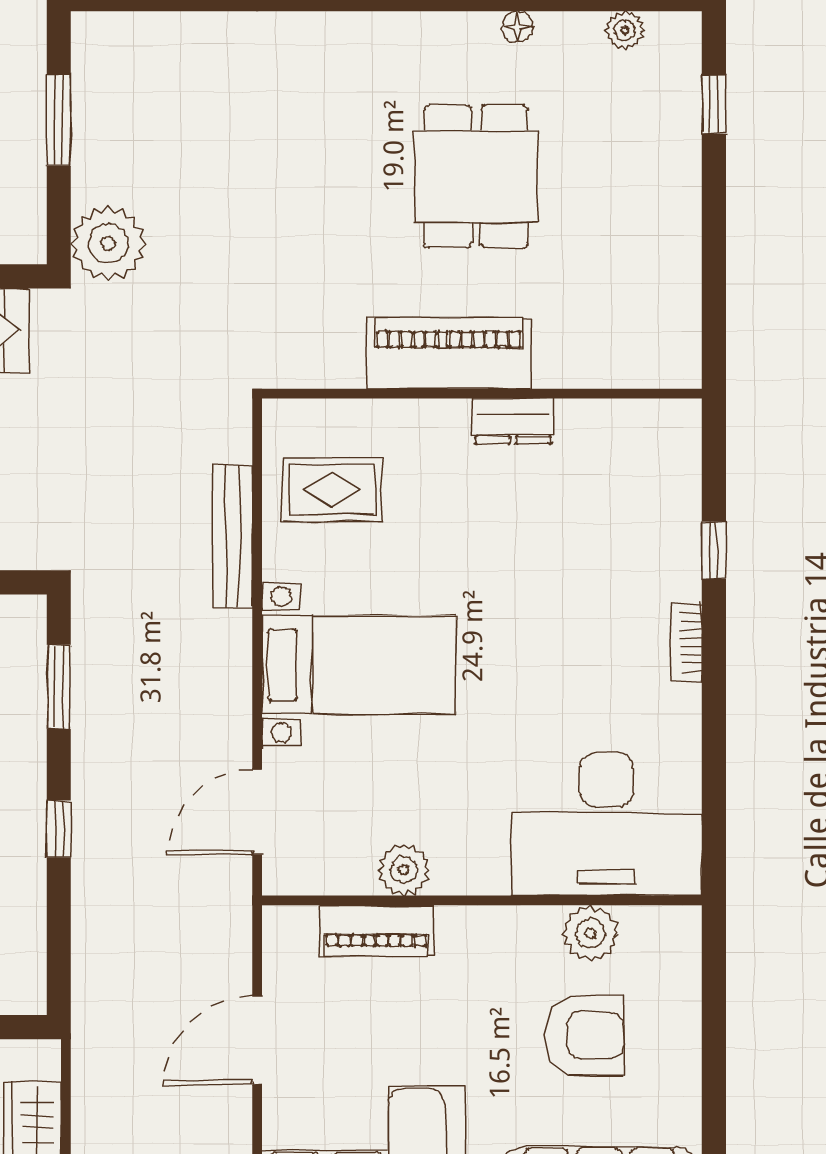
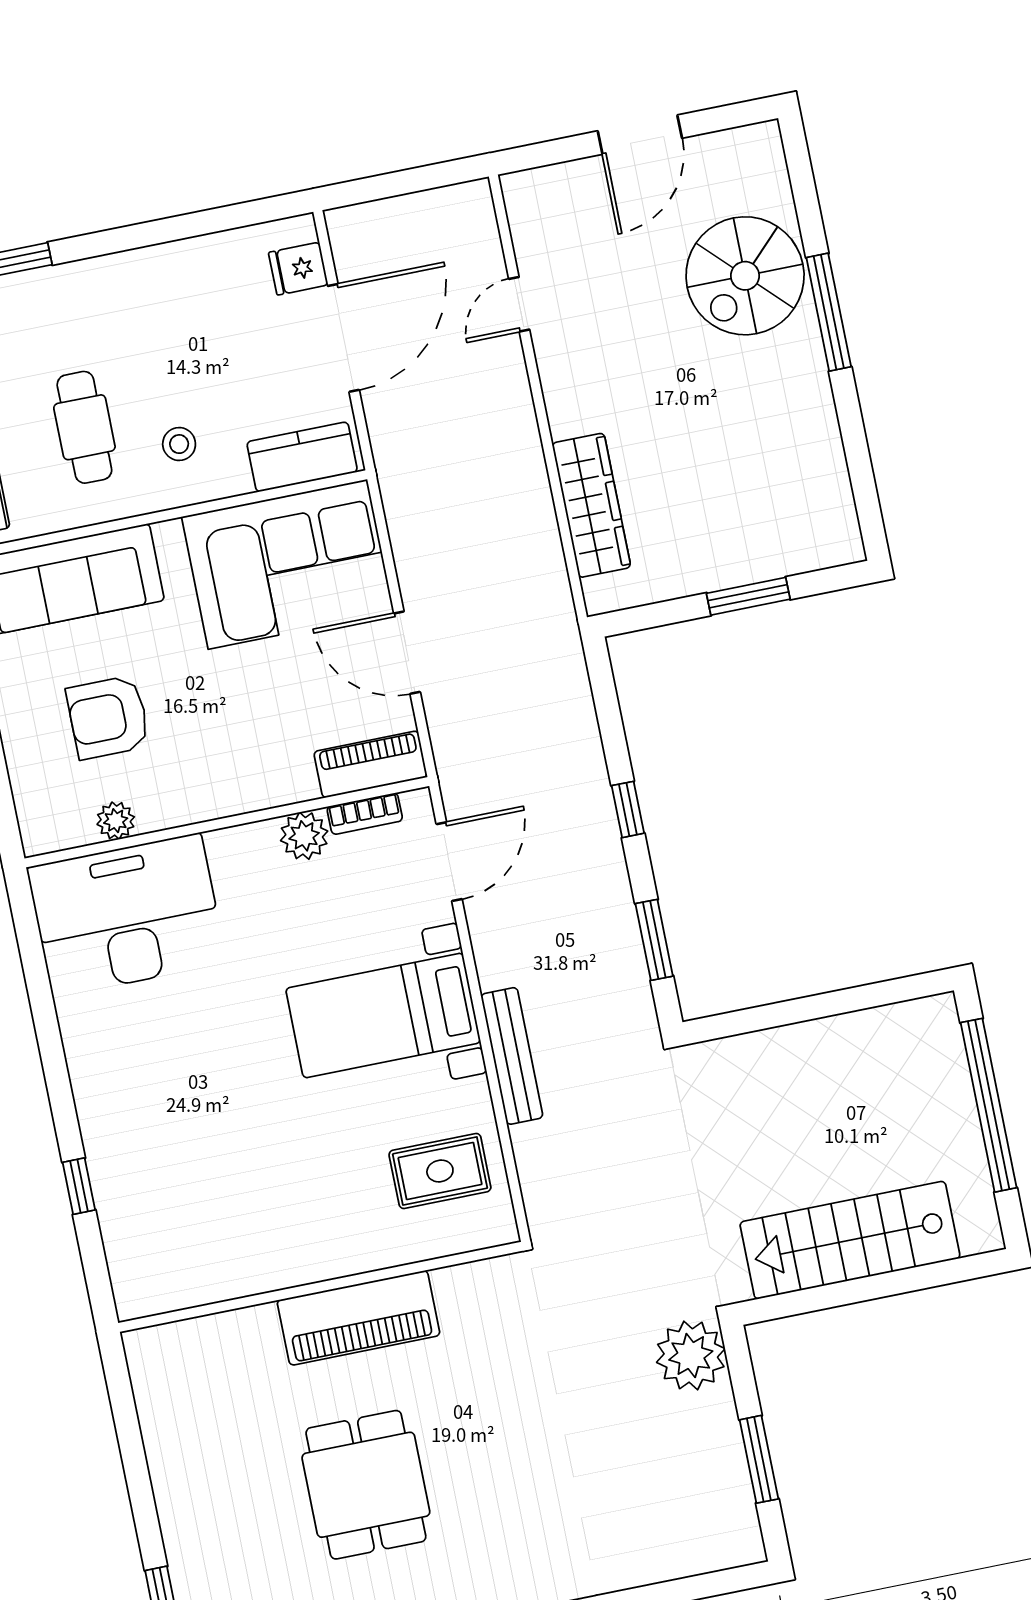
dresser: (513, 421) -> (287, 1267), removed
bench: (232, 536) -> (512, 1056), moved
bookcase: (686, 642) -> (365, 814), moved, turned 90
piano: (376, 931) -> (370, 764), moved
plant: (590, 933) -> (116, 821), width x0.73, depth x0.73
door: (257, 1040) -> (407, 653), swing flipped

